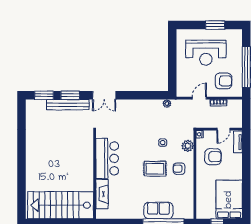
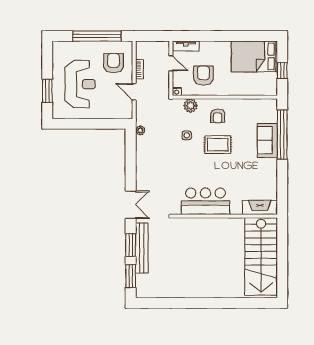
window: (215, 25) -> (47, 91), moved
rug: (155, 169) -> (218, 145), turned 90
fireplace: (102, 194) -> (260, 207), moved

